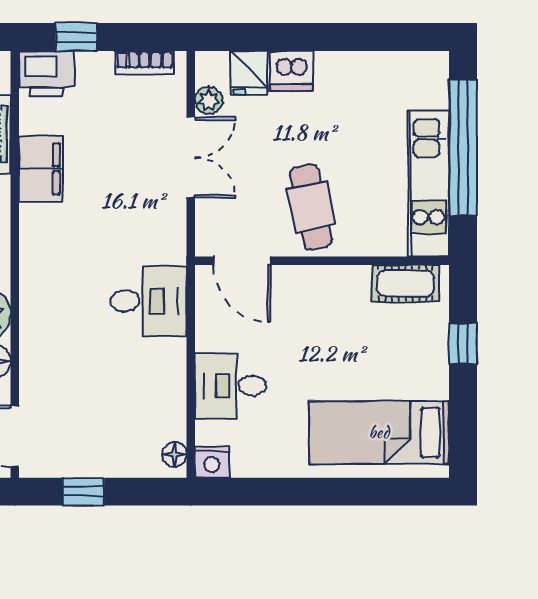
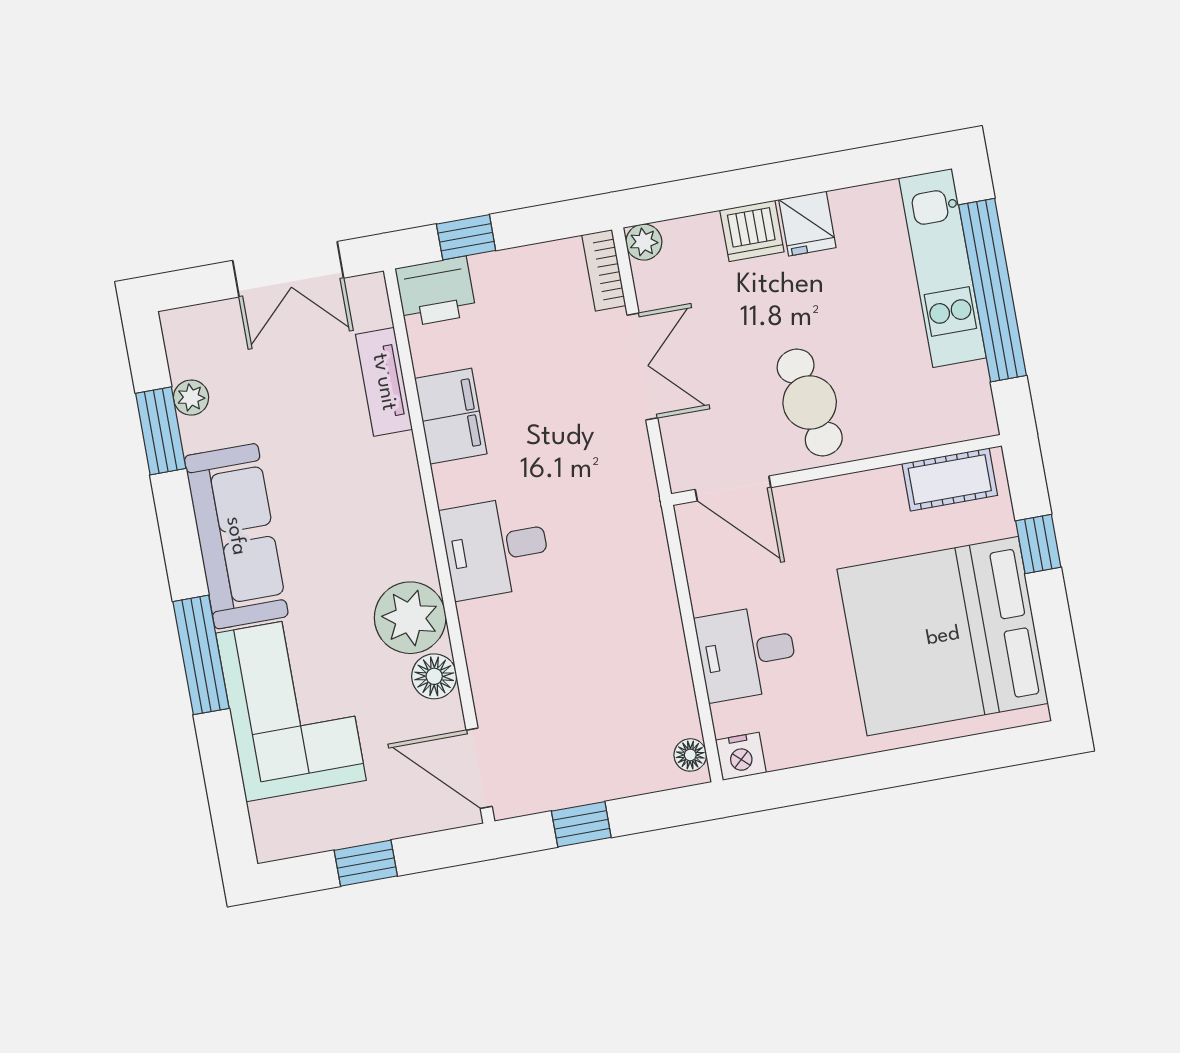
bookcase: (145, 63) -> (604, 270), moved, turned 90
fridge: (249, 73) -> (807, 224), moved
plant: (209, 100) -> (644, 242), moved
kitchen unit: (429, 183) -> (942, 268), moved
desk: (149, 301) -> (496, 547), moved, turned 180
bed: (379, 432) -> (943, 636), width x2.04

